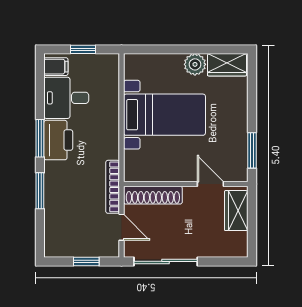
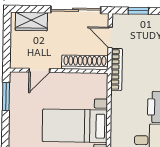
door: (210, 184) -> (39, 70), hinge flipped
wardrobe: (236, 211) -> (31, 21), moved, turned 90

